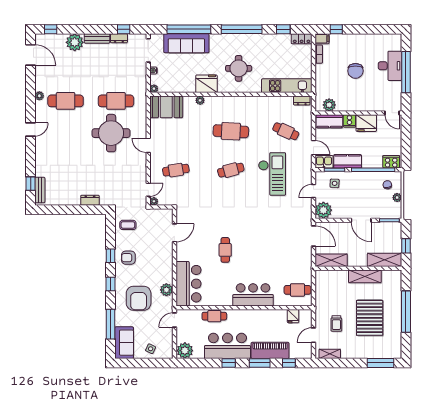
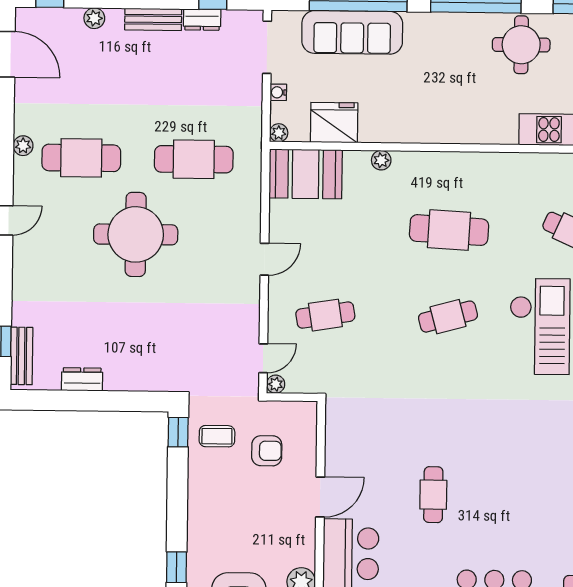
plant: (75, 42) -> (94, 18), width x0.53, depth x0.53
round table: (239, 68) -> (521, 45), moved
fridge: (206, 84) -> (334, 123), moved
round table: (111, 133) -> (136, 234), moved
door: (148, 145) -> (264, 259), swing flipped
dresser: (90, 200) -> (82, 379), moved
door: (174, 233) -> (320, 497), moved
window: (110, 256) -> (178, 432), moved
armchair: (128, 258) -> (267, 451), moved, turned 180

